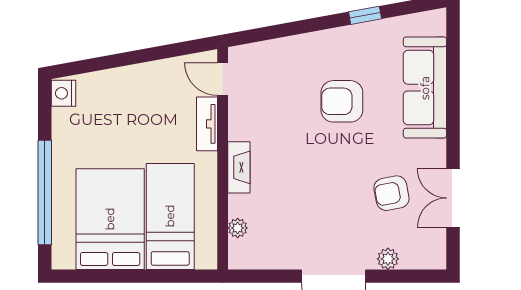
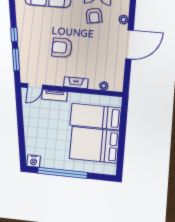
window: (365, 15) -> (14, 34), moved
window: (278, 31) -> (16, 60), added
armchair: (342, 101) -> (62, 48), moved, turned 90
window: (45, 192) -> (62, 173), moved

